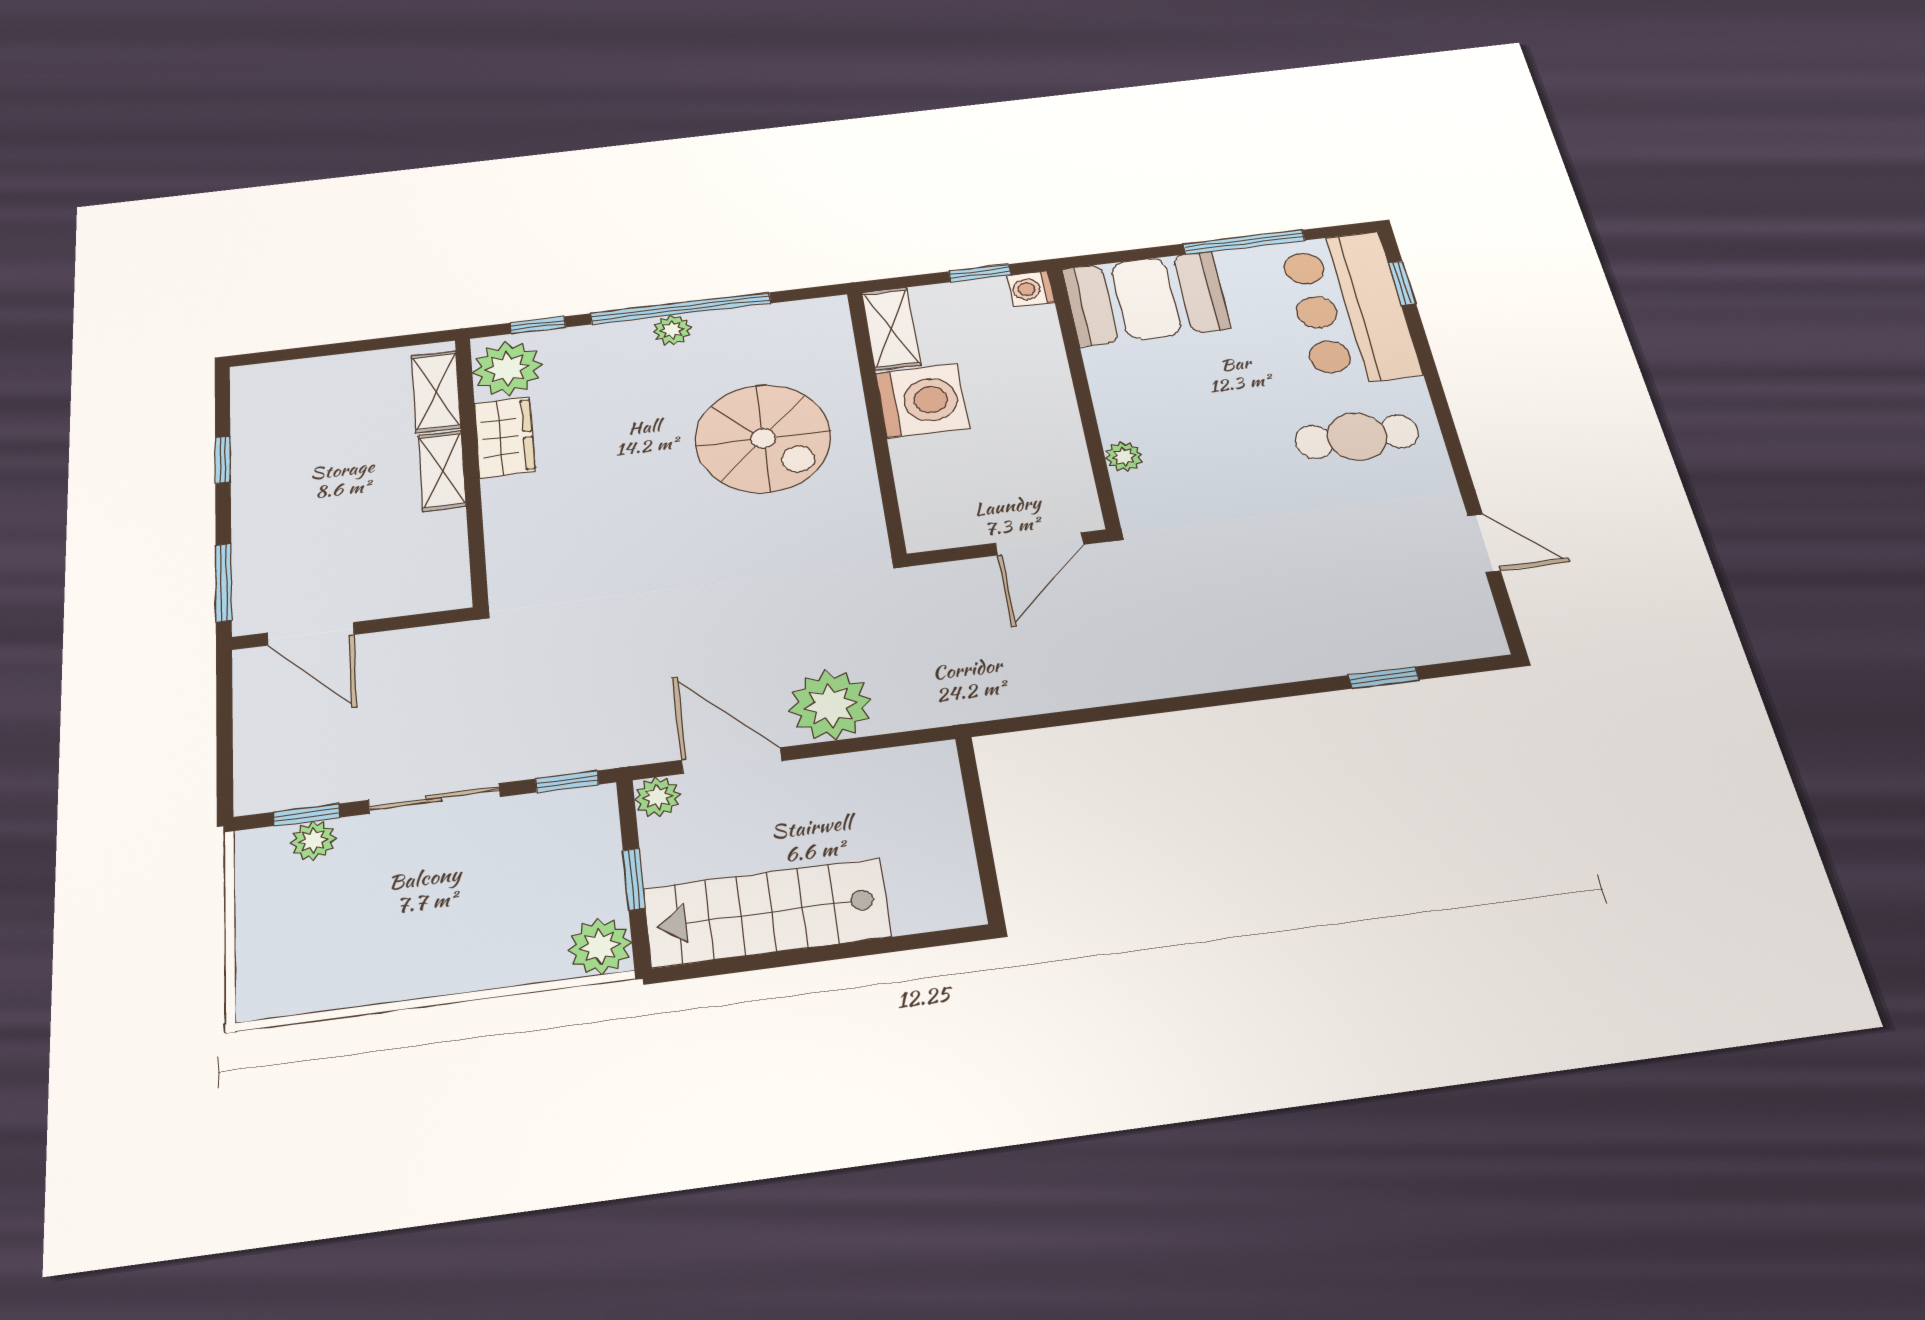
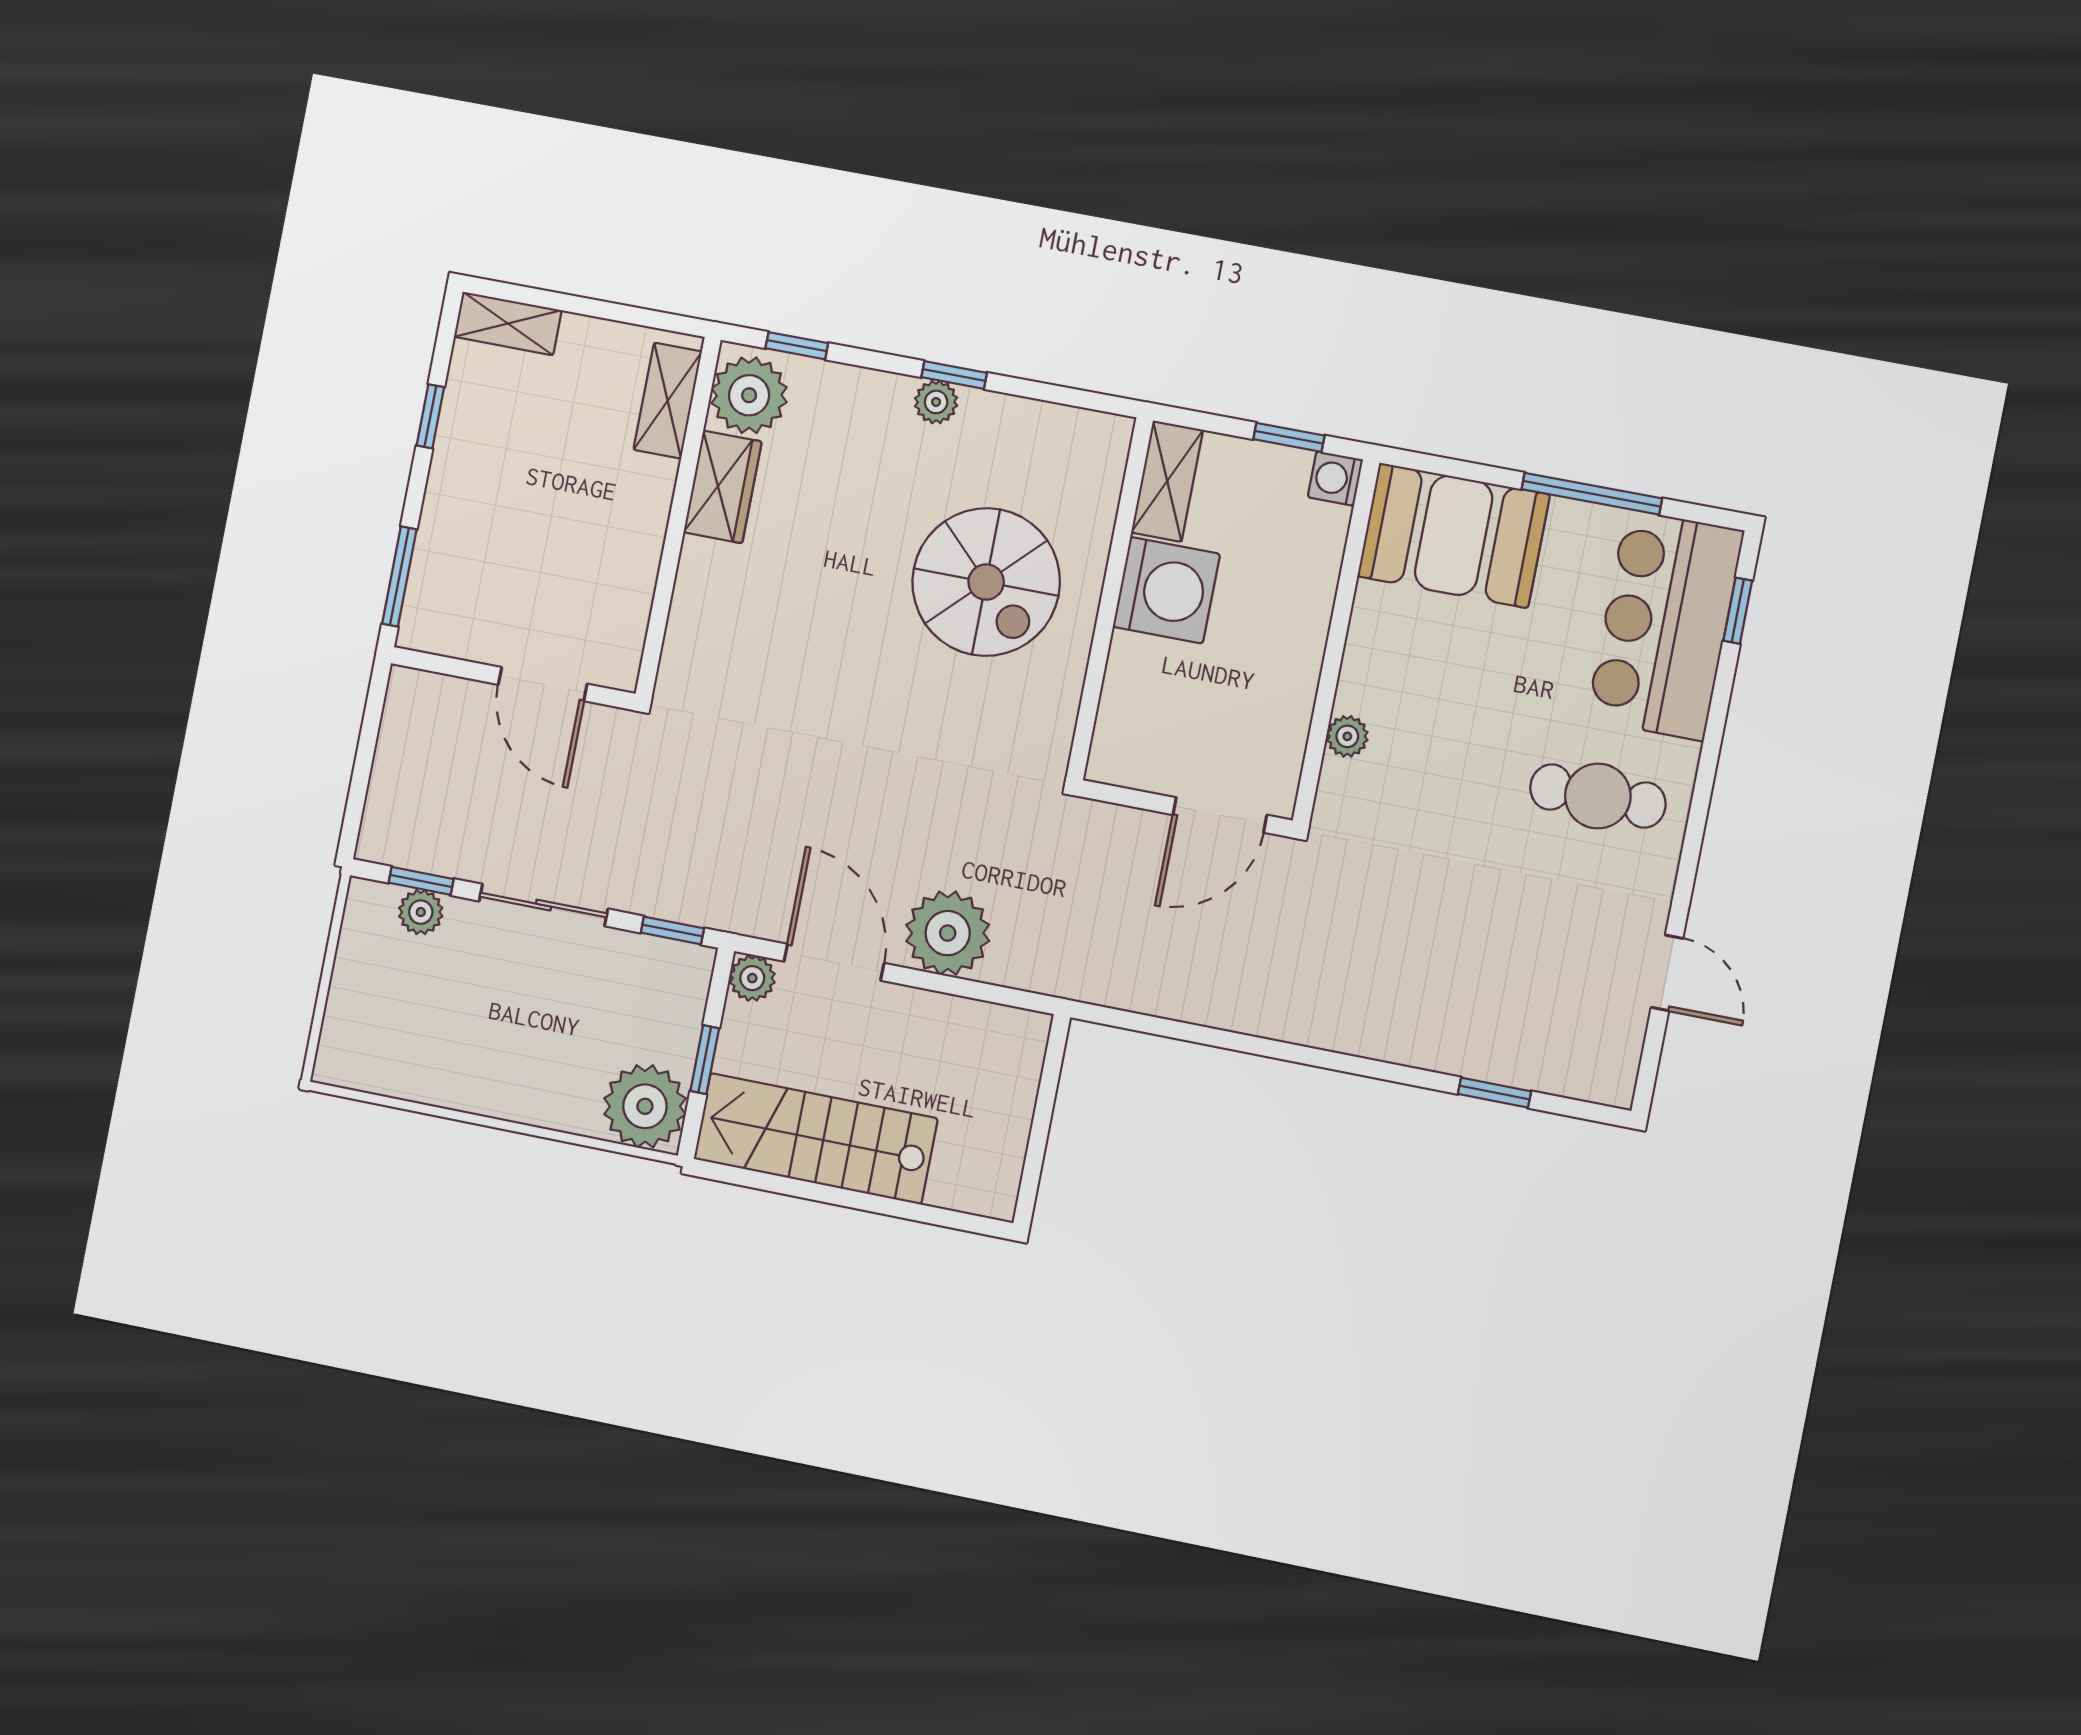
window: (681, 308) -> (954, 375), width x0.32
shelving: (442, 471) -> (508, 324), moved, turned 90
door: (311, 634) -> (543, 684), moved
plant: (600, 946) -> (645, 1106), width x1.36, depth x1.36

